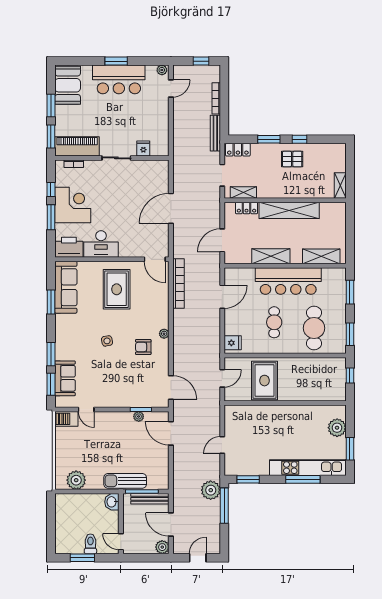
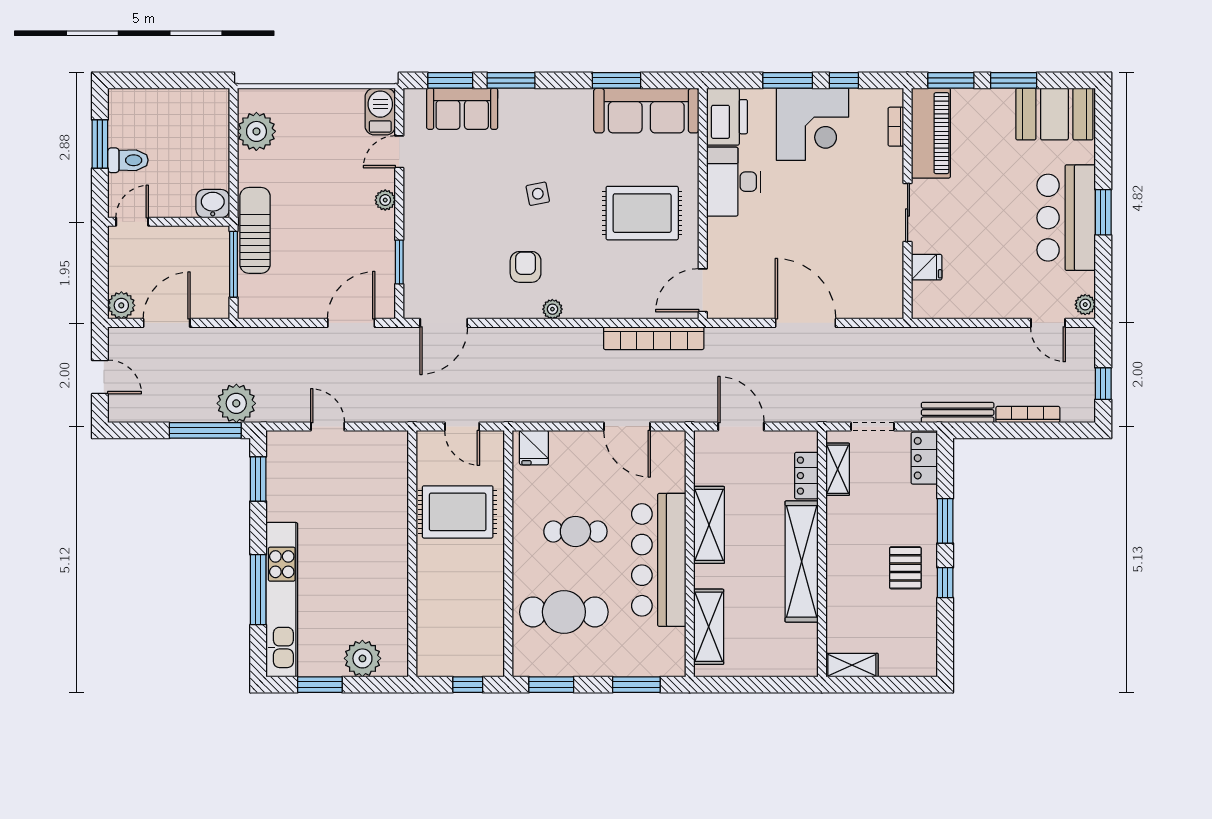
plant: (139, 416) -> (385, 200), moved
bench: (150, 499) -> (219, 280), removed

